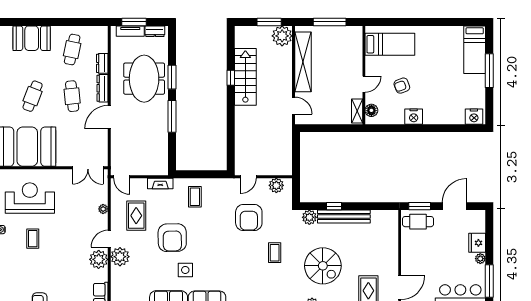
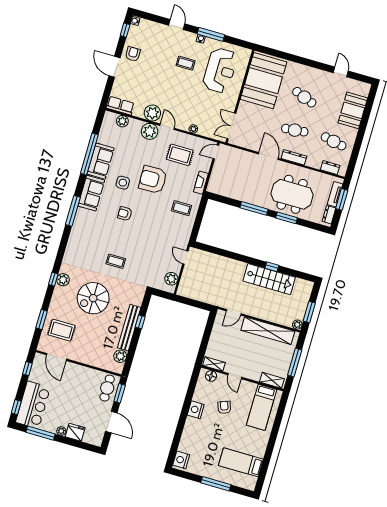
plant: (282, 36) -> (297, 325), width x0.53, depth x0.53
shelving: (357, 42) -> (272, 380), added
bed: (475, 50) -> (241, 462), moved
dresser: (102, 63) -> (330, 168), moved
armchair: (249, 217) -> (125, 214), moved, width x0.53, depth x0.53
plant: (309, 217) -> (120, 356), moved
plant: (117, 290) -> (122, 121), added

